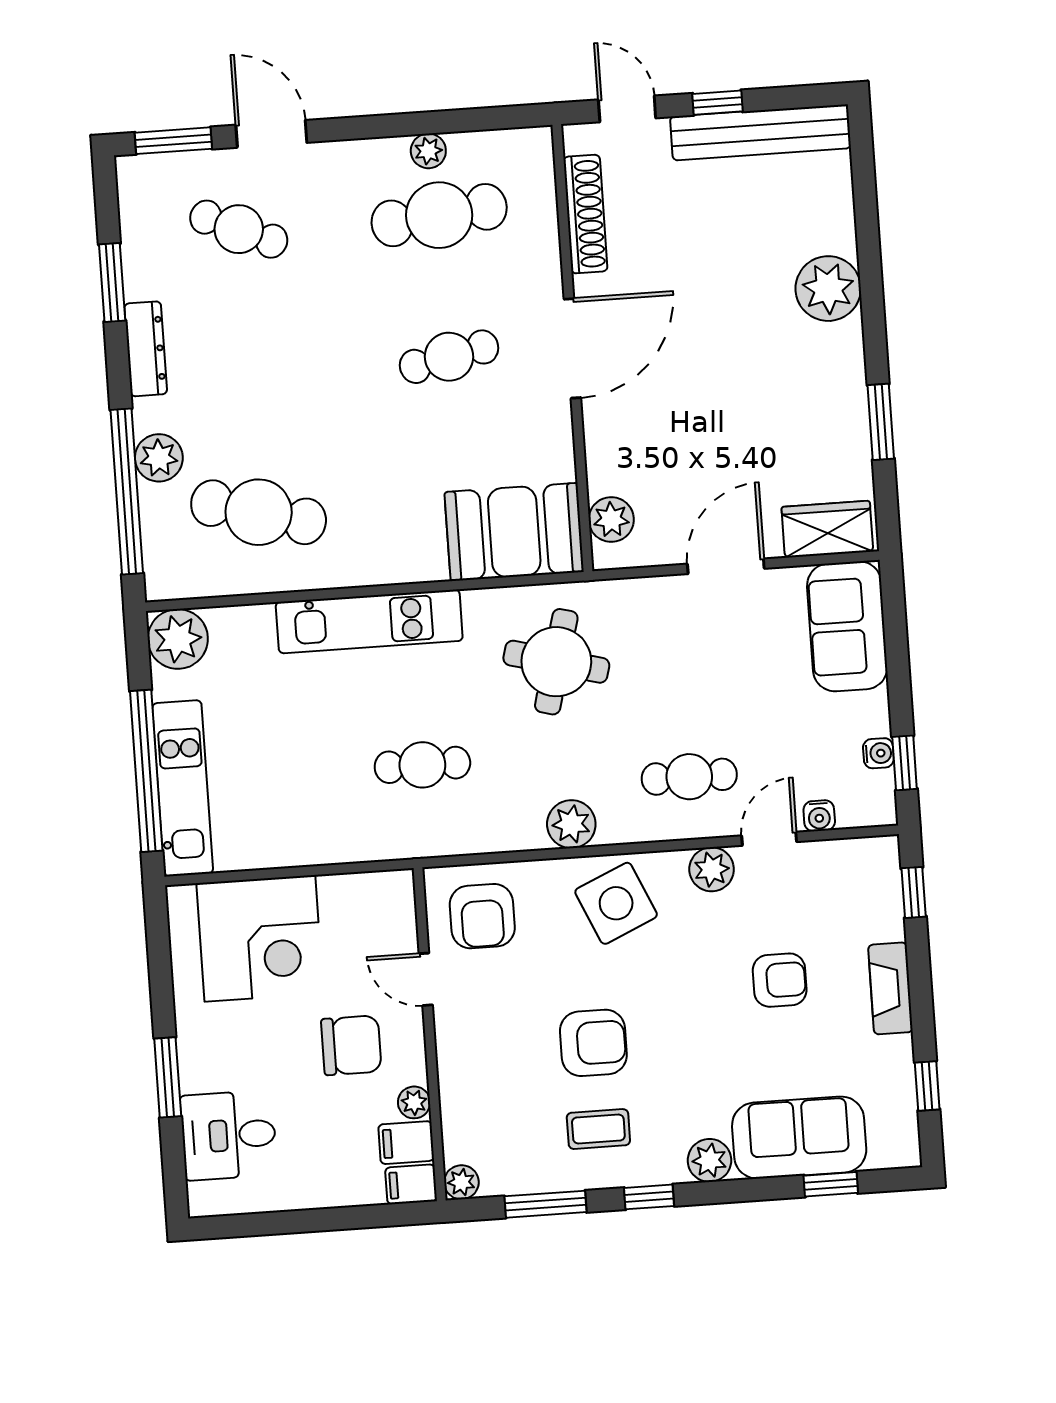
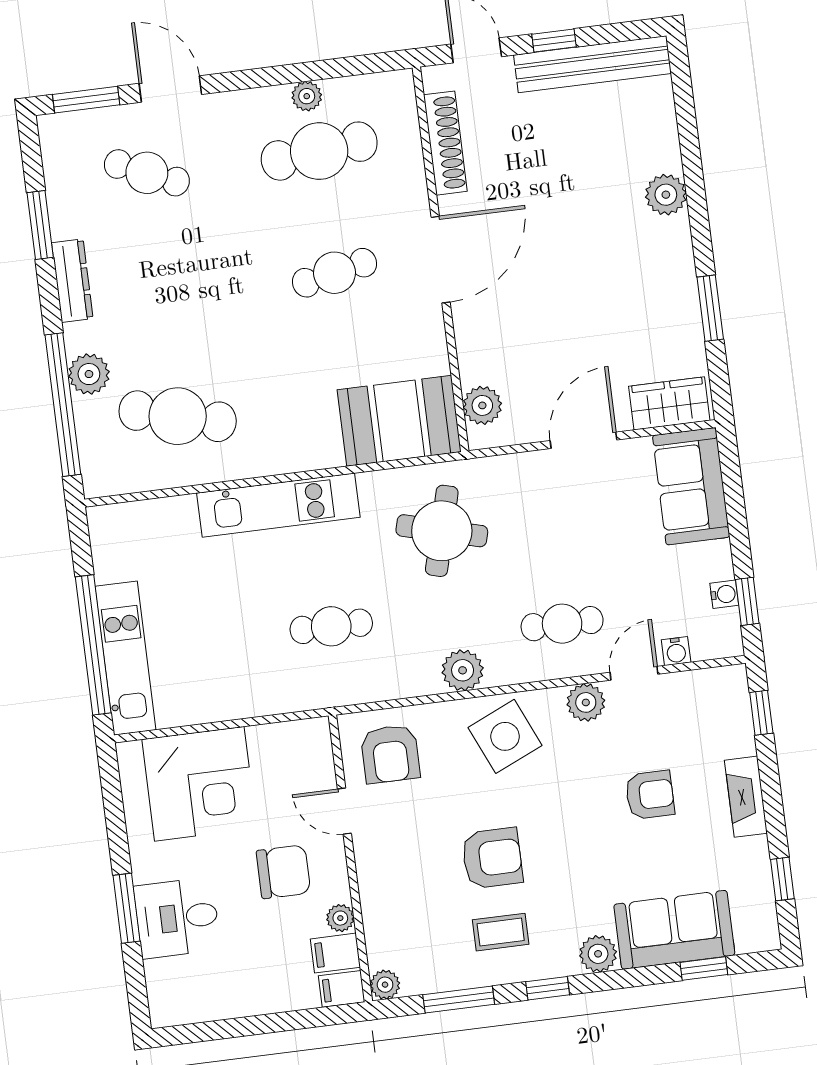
plant: (828, 289) -> (666, 195), width x0.73, depth x0.73
plant: (178, 639) -> (114, 529), removed
desk: (229, 1135) -> (177, 918), moved

